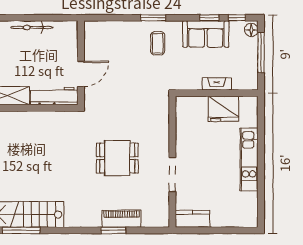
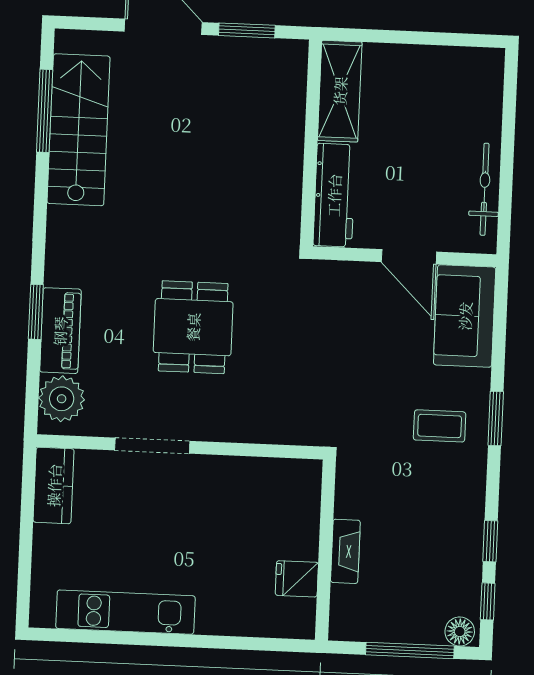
bicycle: (32, 27) -> (485, 189), moved
sofa: (206, 34) -> (465, 316), moved
door: (81, 74) -> (409, 257), moved
fridge: (223, 109) -> (297, 579), width x0.53, depth x0.75
kitchen unit: (249, 159) -> (125, 612), moved
plant: (153, 217) -> (62, 399), added

